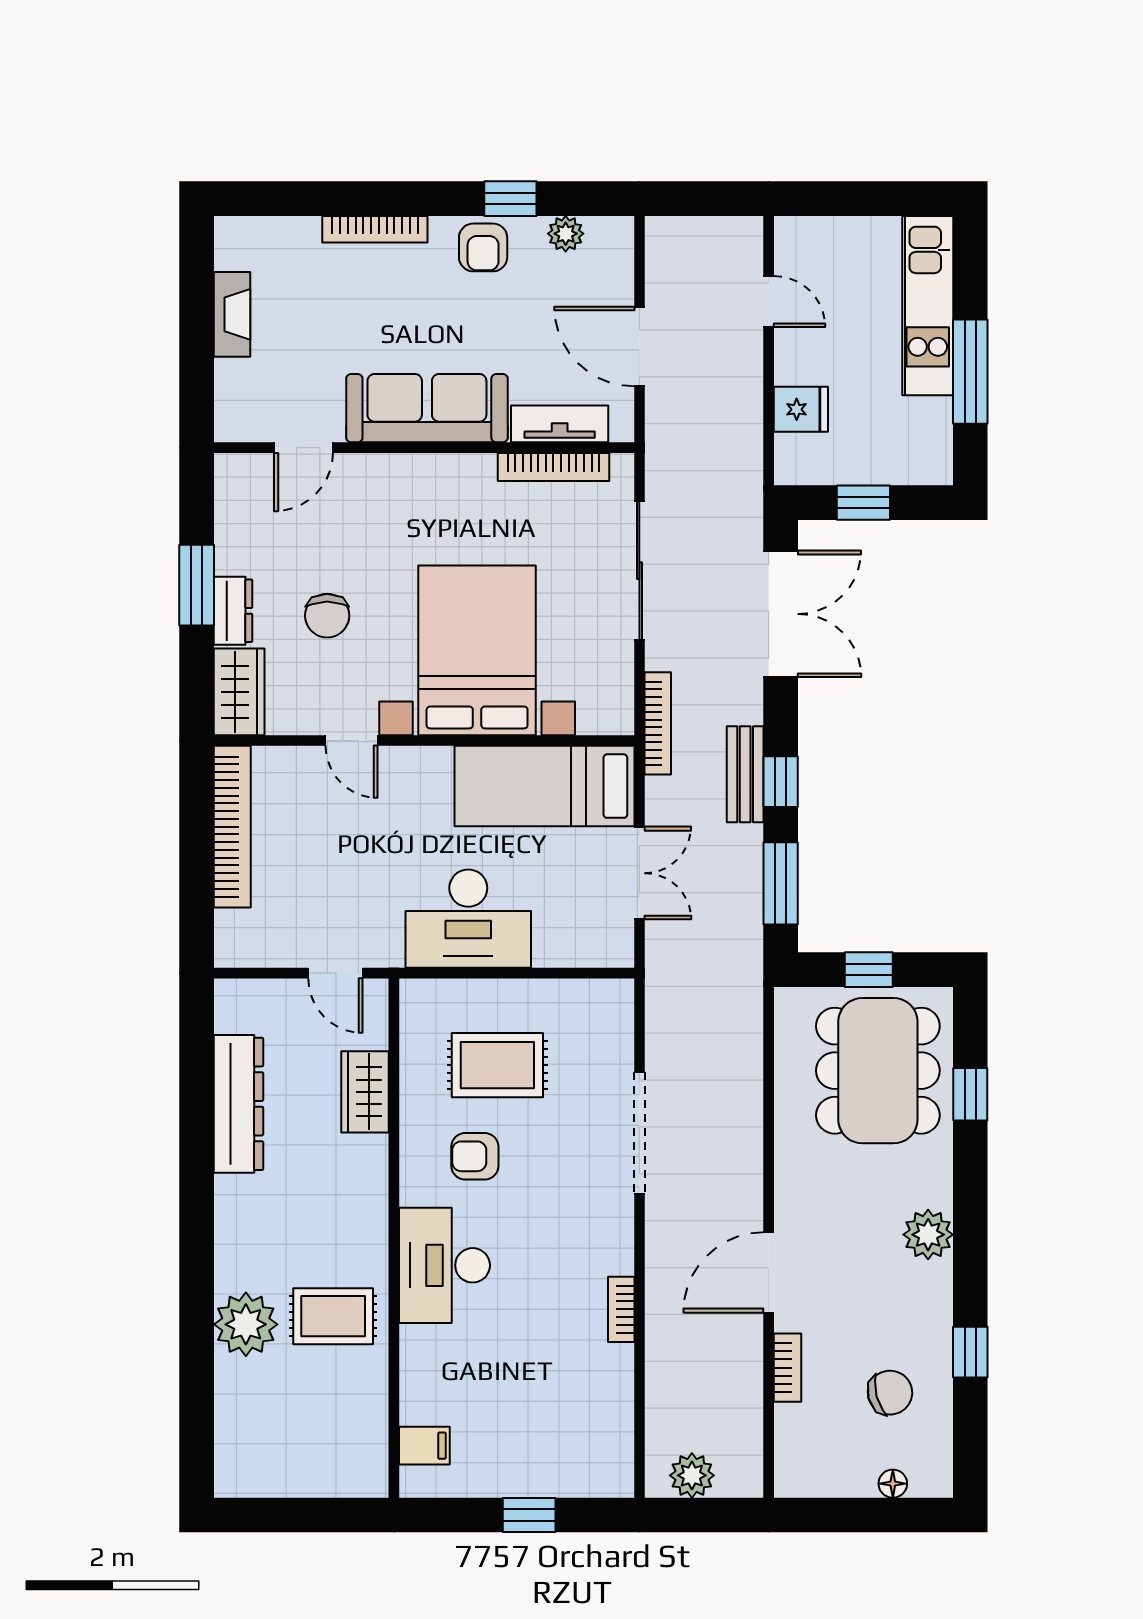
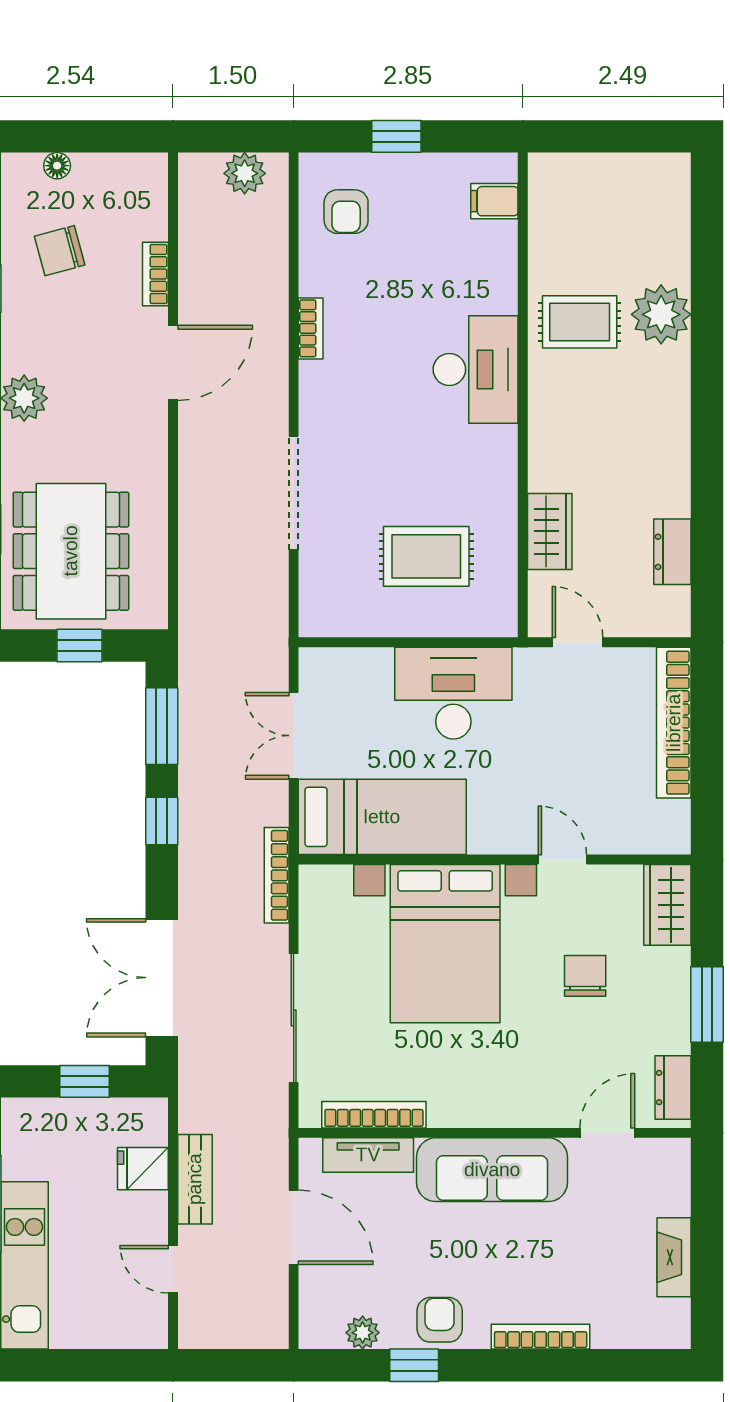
dresser: (233, 611) -> (673, 1088), moved
bench: (745, 774) -> (195, 1179), moved
bookcase: (232, 827) -> (674, 723), moved
dresser: (238, 1104) -> (672, 552), width x0.51, depth x0.80
armchair: (475, 1156) -> (346, 212), moved, turned 90

